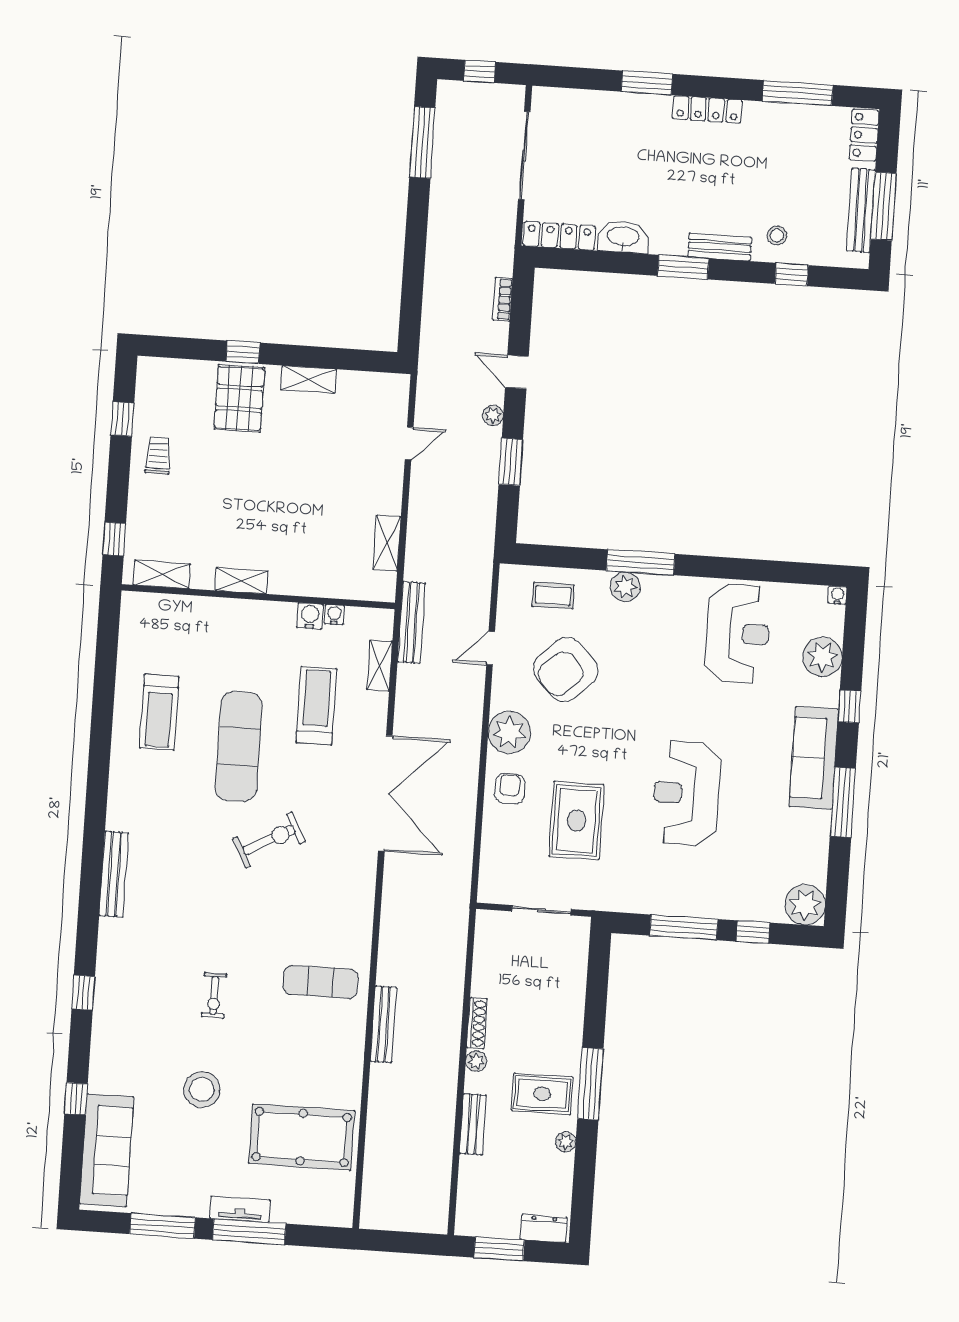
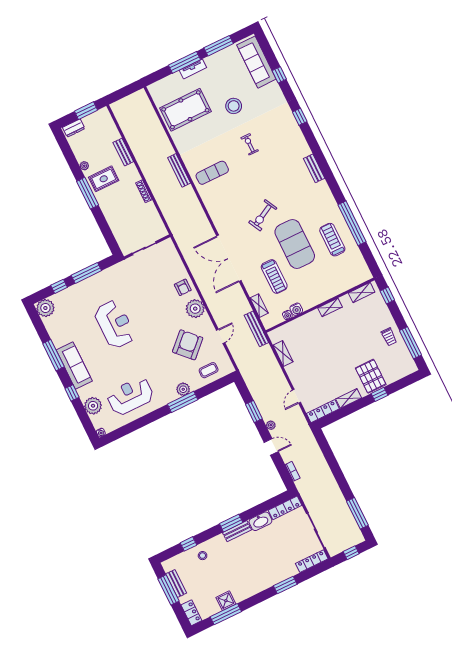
locker: (707, 109) -> (312, 561), moved
shower: (782, 120) -> (226, 601), added
bench: (861, 210) -> (176, 583), width x0.73
bench: (720, 247) -> (237, 531), moved
locker: (374, 384) -> (323, 411), added
window: (122, 419) -> (410, 343), width x2.17
reception desk: (738, 633) -> (130, 396), turned 90
window: (102, 722) -> (352, 223), added
exercise mat: (239, 747) -> (295, 244), width x1.47
rug: (577, 821) -> (150, 290), removed
bench: (114, 874) -> (314, 168), width x0.73
plant: (476, 1061) -> (136, 177), removed

